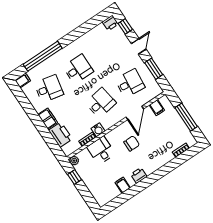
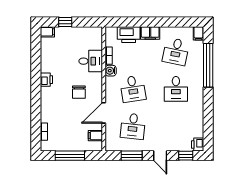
door: (135, 113) -> (104, 113), hinge flipped
plant: (74, 161) -> (98, 31), removed
window: (74, 177) -> (65, 22), moved
filing cabinet: (123, 185) -> (47, 32), moved

